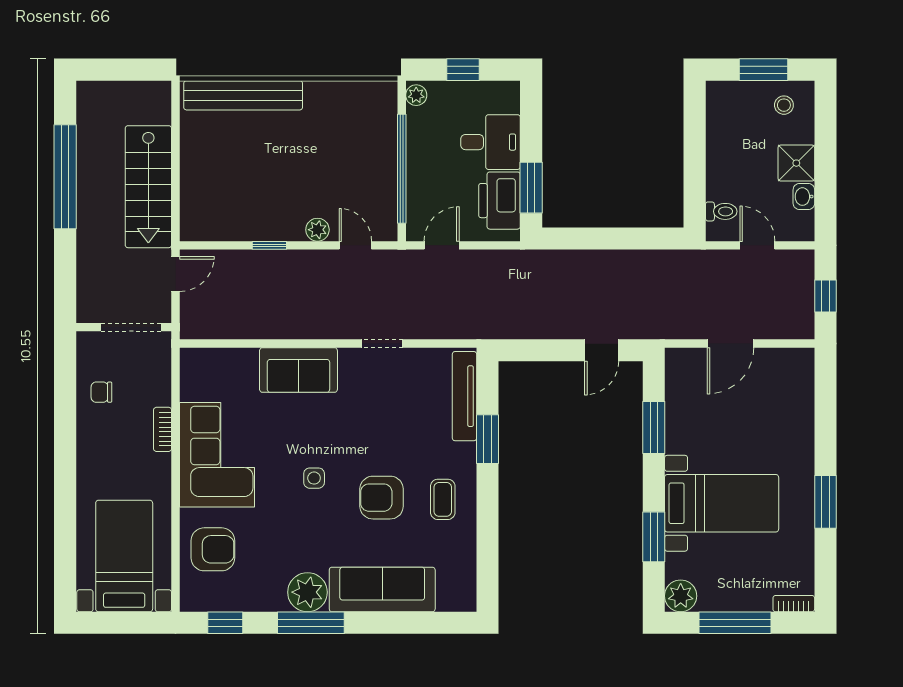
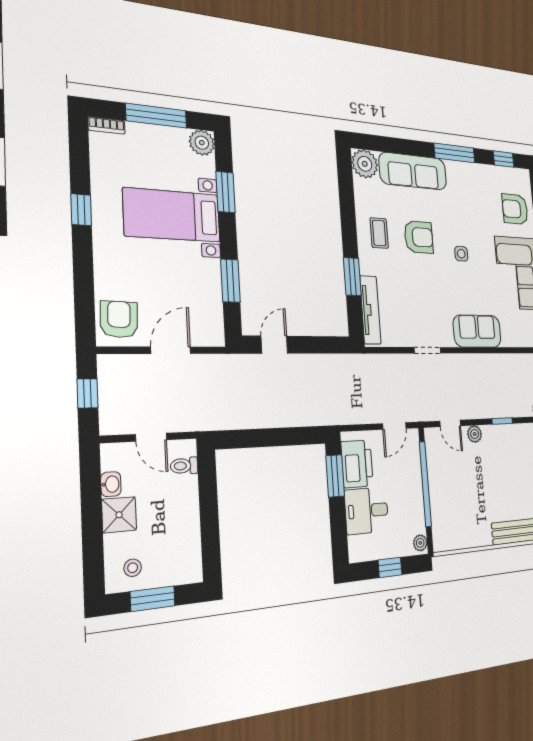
armchair: (788, 378) -> (119, 319), added
window: (825, 502) -> (81, 210), width x0.67
plant: (307, 592) -> (365, 164), moved

